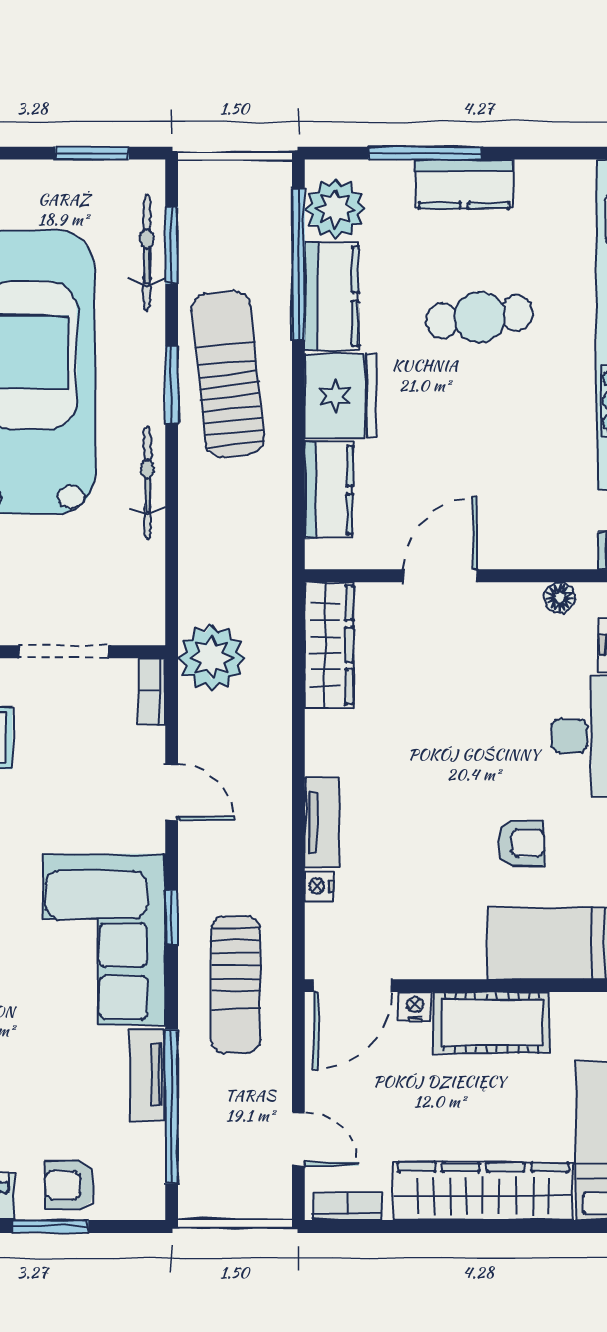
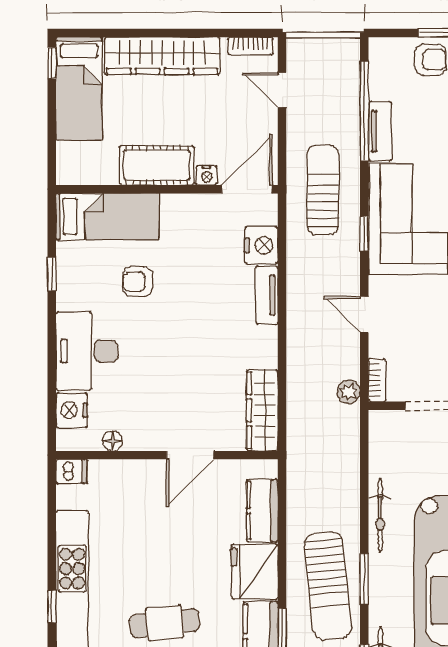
plant: (212, 658) -> (349, 392), width x0.53, depth x0.53
nightstand: (319, 886) -> (261, 245), width x1.89, depth x1.79

